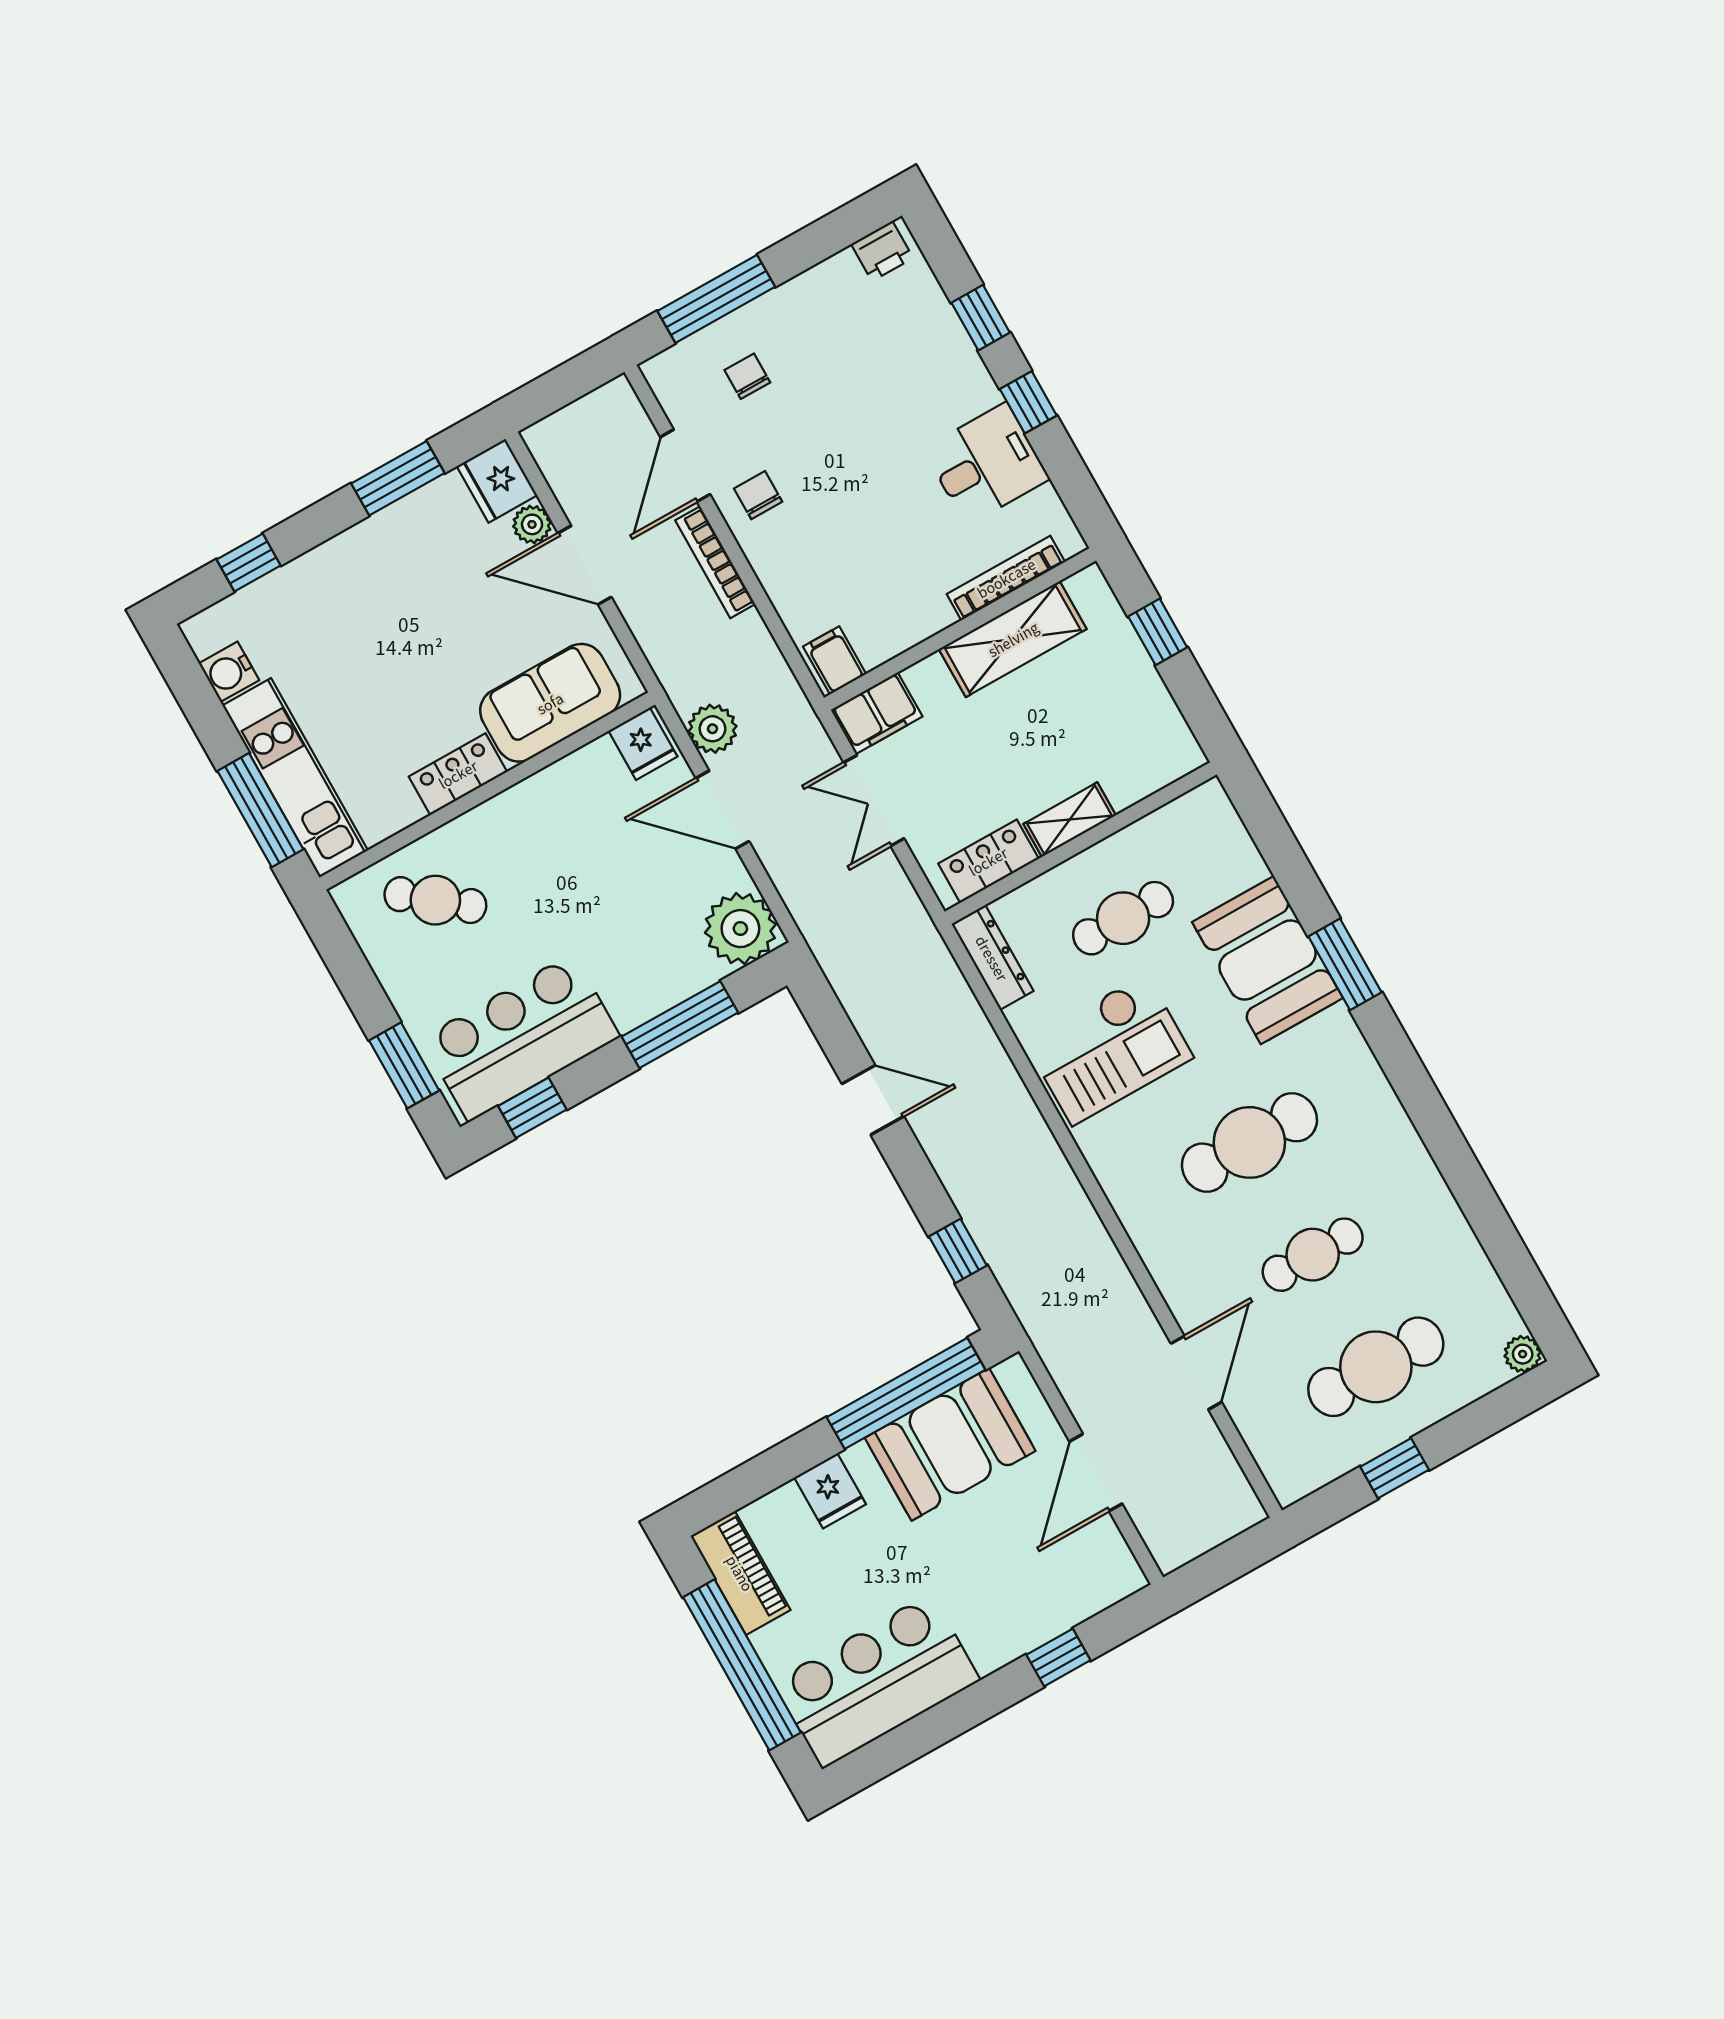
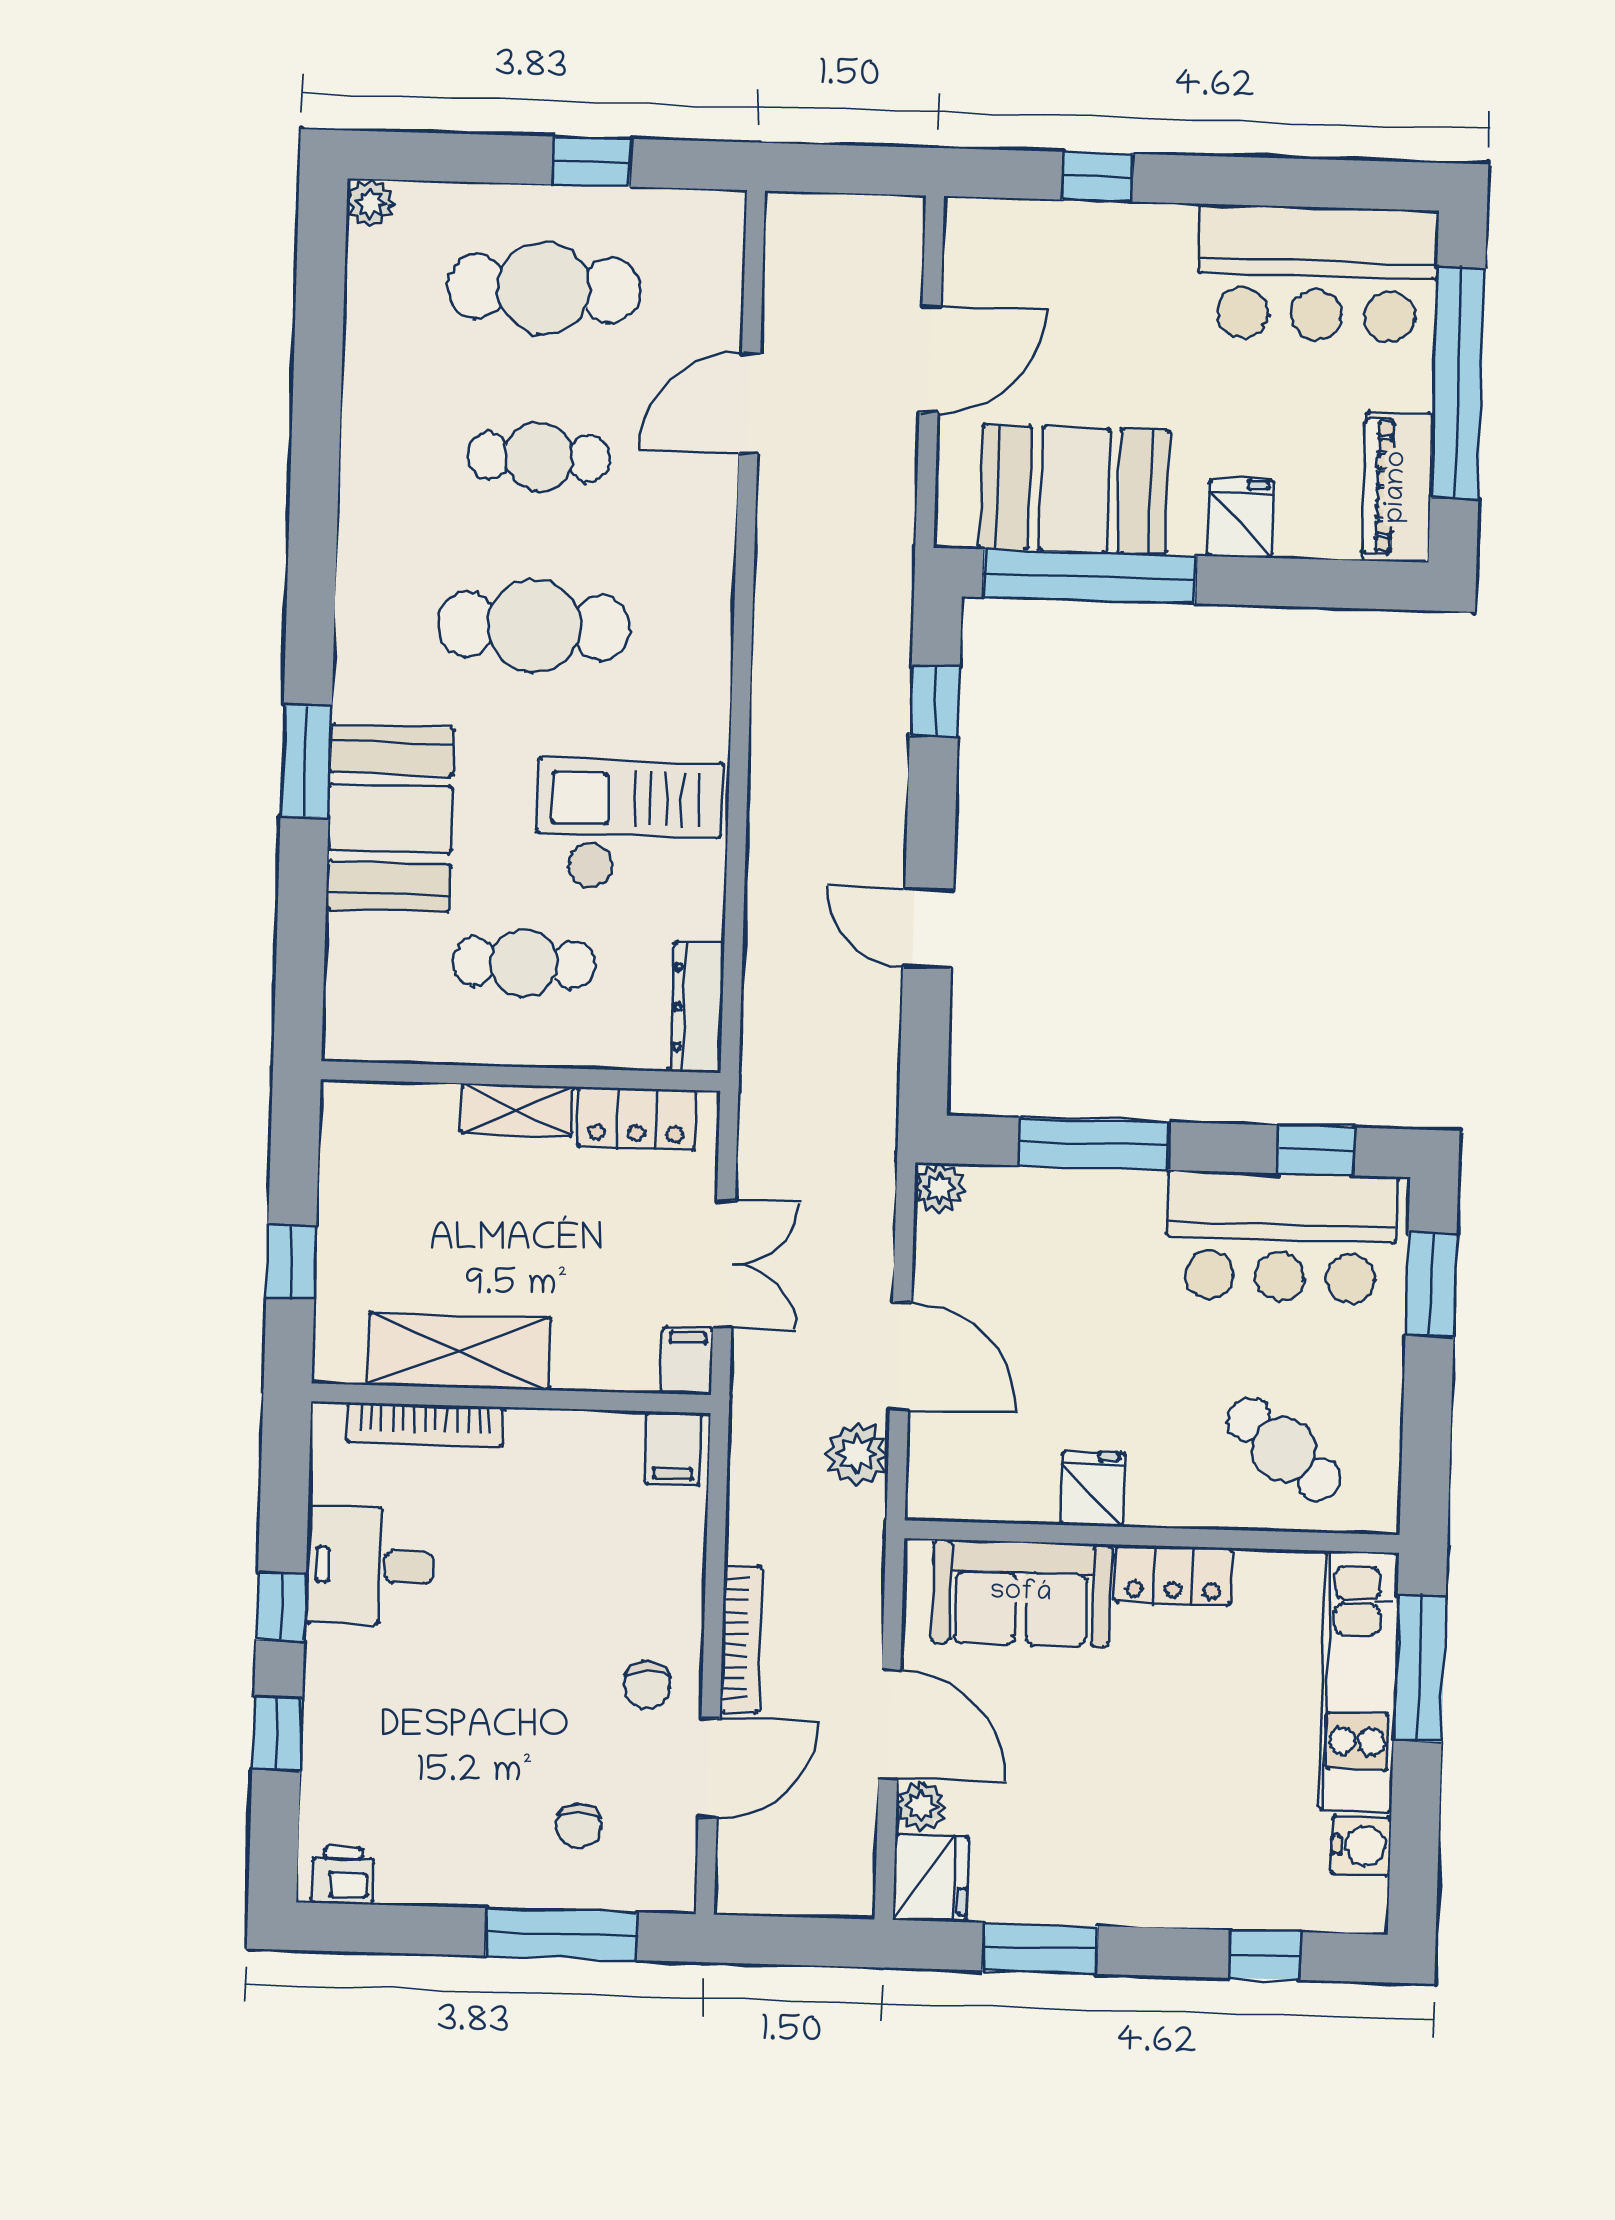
filing cabinet: (877, 713) -> (687, 1361), width x0.50
fridge: (643, 744) -> (1092, 1489), moved
plant: (740, 929) -> (939, 1188), width x0.53, depth x0.53

